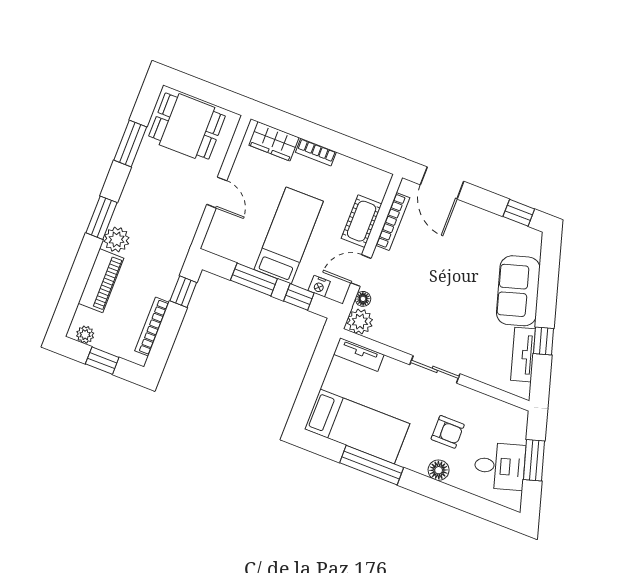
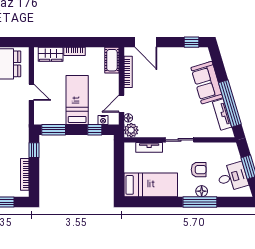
cot: (362, 221) -> (112, 60), moved
window: (254, 279) -> (54, 130), moved
window: (543, 341) -> (230, 103), width x3.17
tv unit: (359, 354) -> (149, 147), moved
window: (372, 465) -> (200, 202), moved

